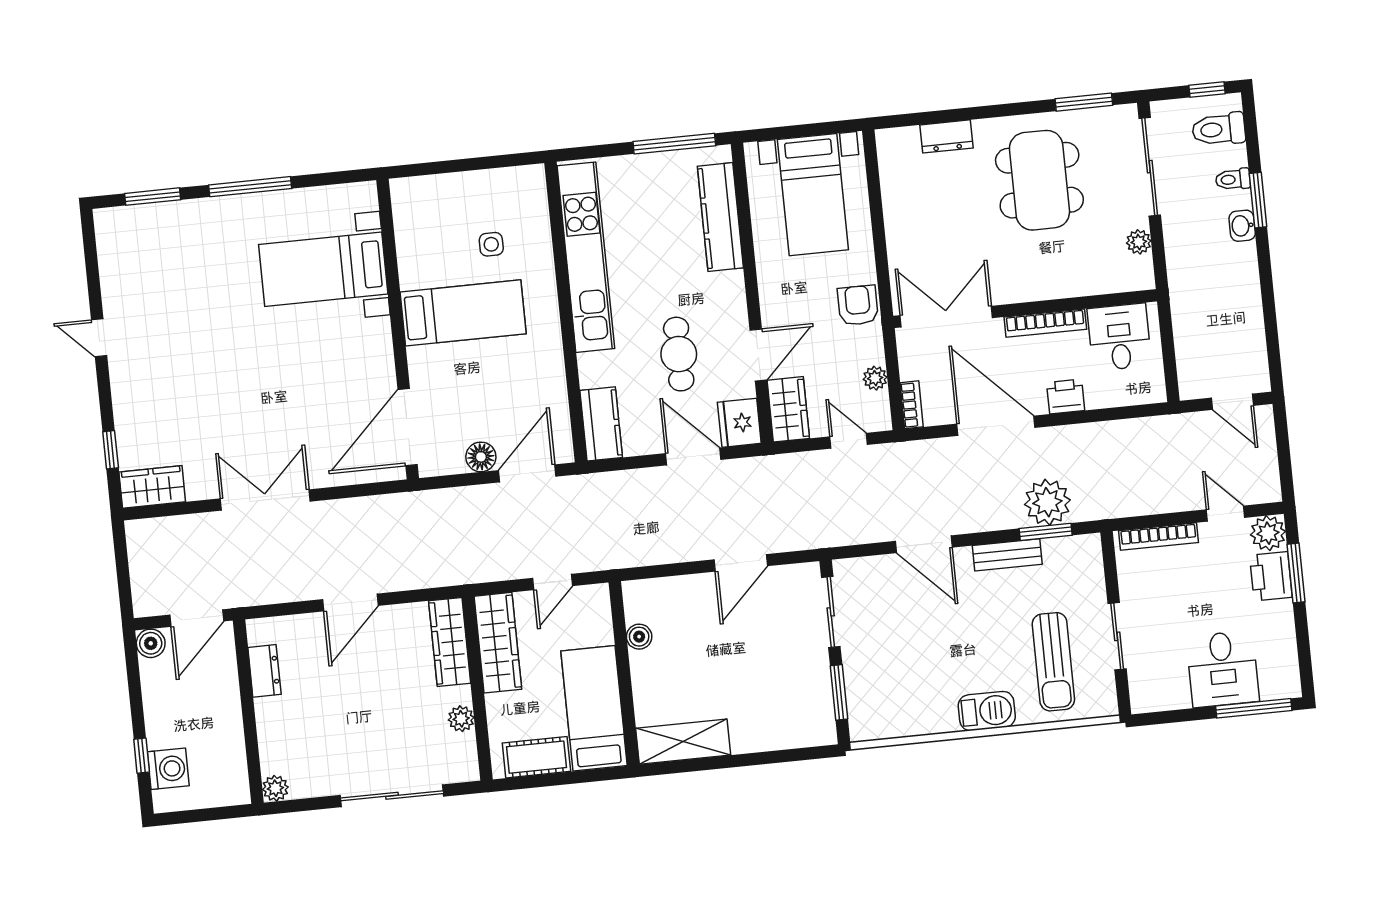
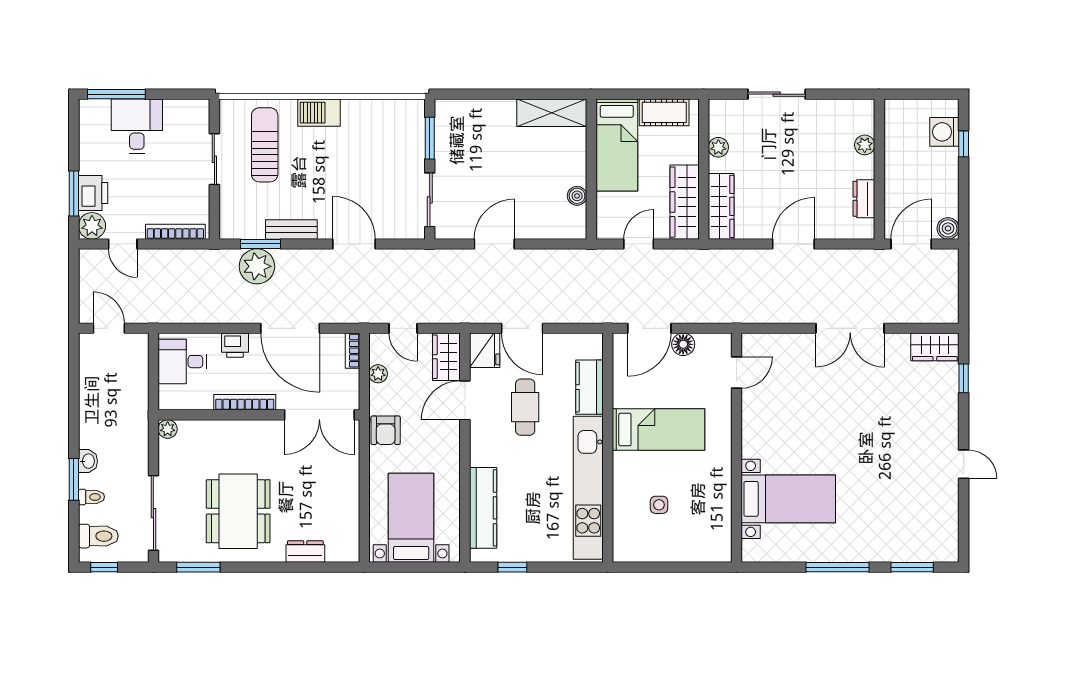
window: (674, 144) -> (512, 567), width x0.46
plant: (1139, 242) -> (168, 429), moved
bed: (463, 313) -> (659, 429), moved, turned 180
desk: (1119, 337) -> (182, 362), moved, turned 90
kitchen counter: (601, 424) -> (589, 387), moved
door: (408, 427) -> (736, 373), width x0.53
plant: (275, 788) -> (865, 145), moved
sliding door: (392, 796) -> (777, 94), width x0.73

